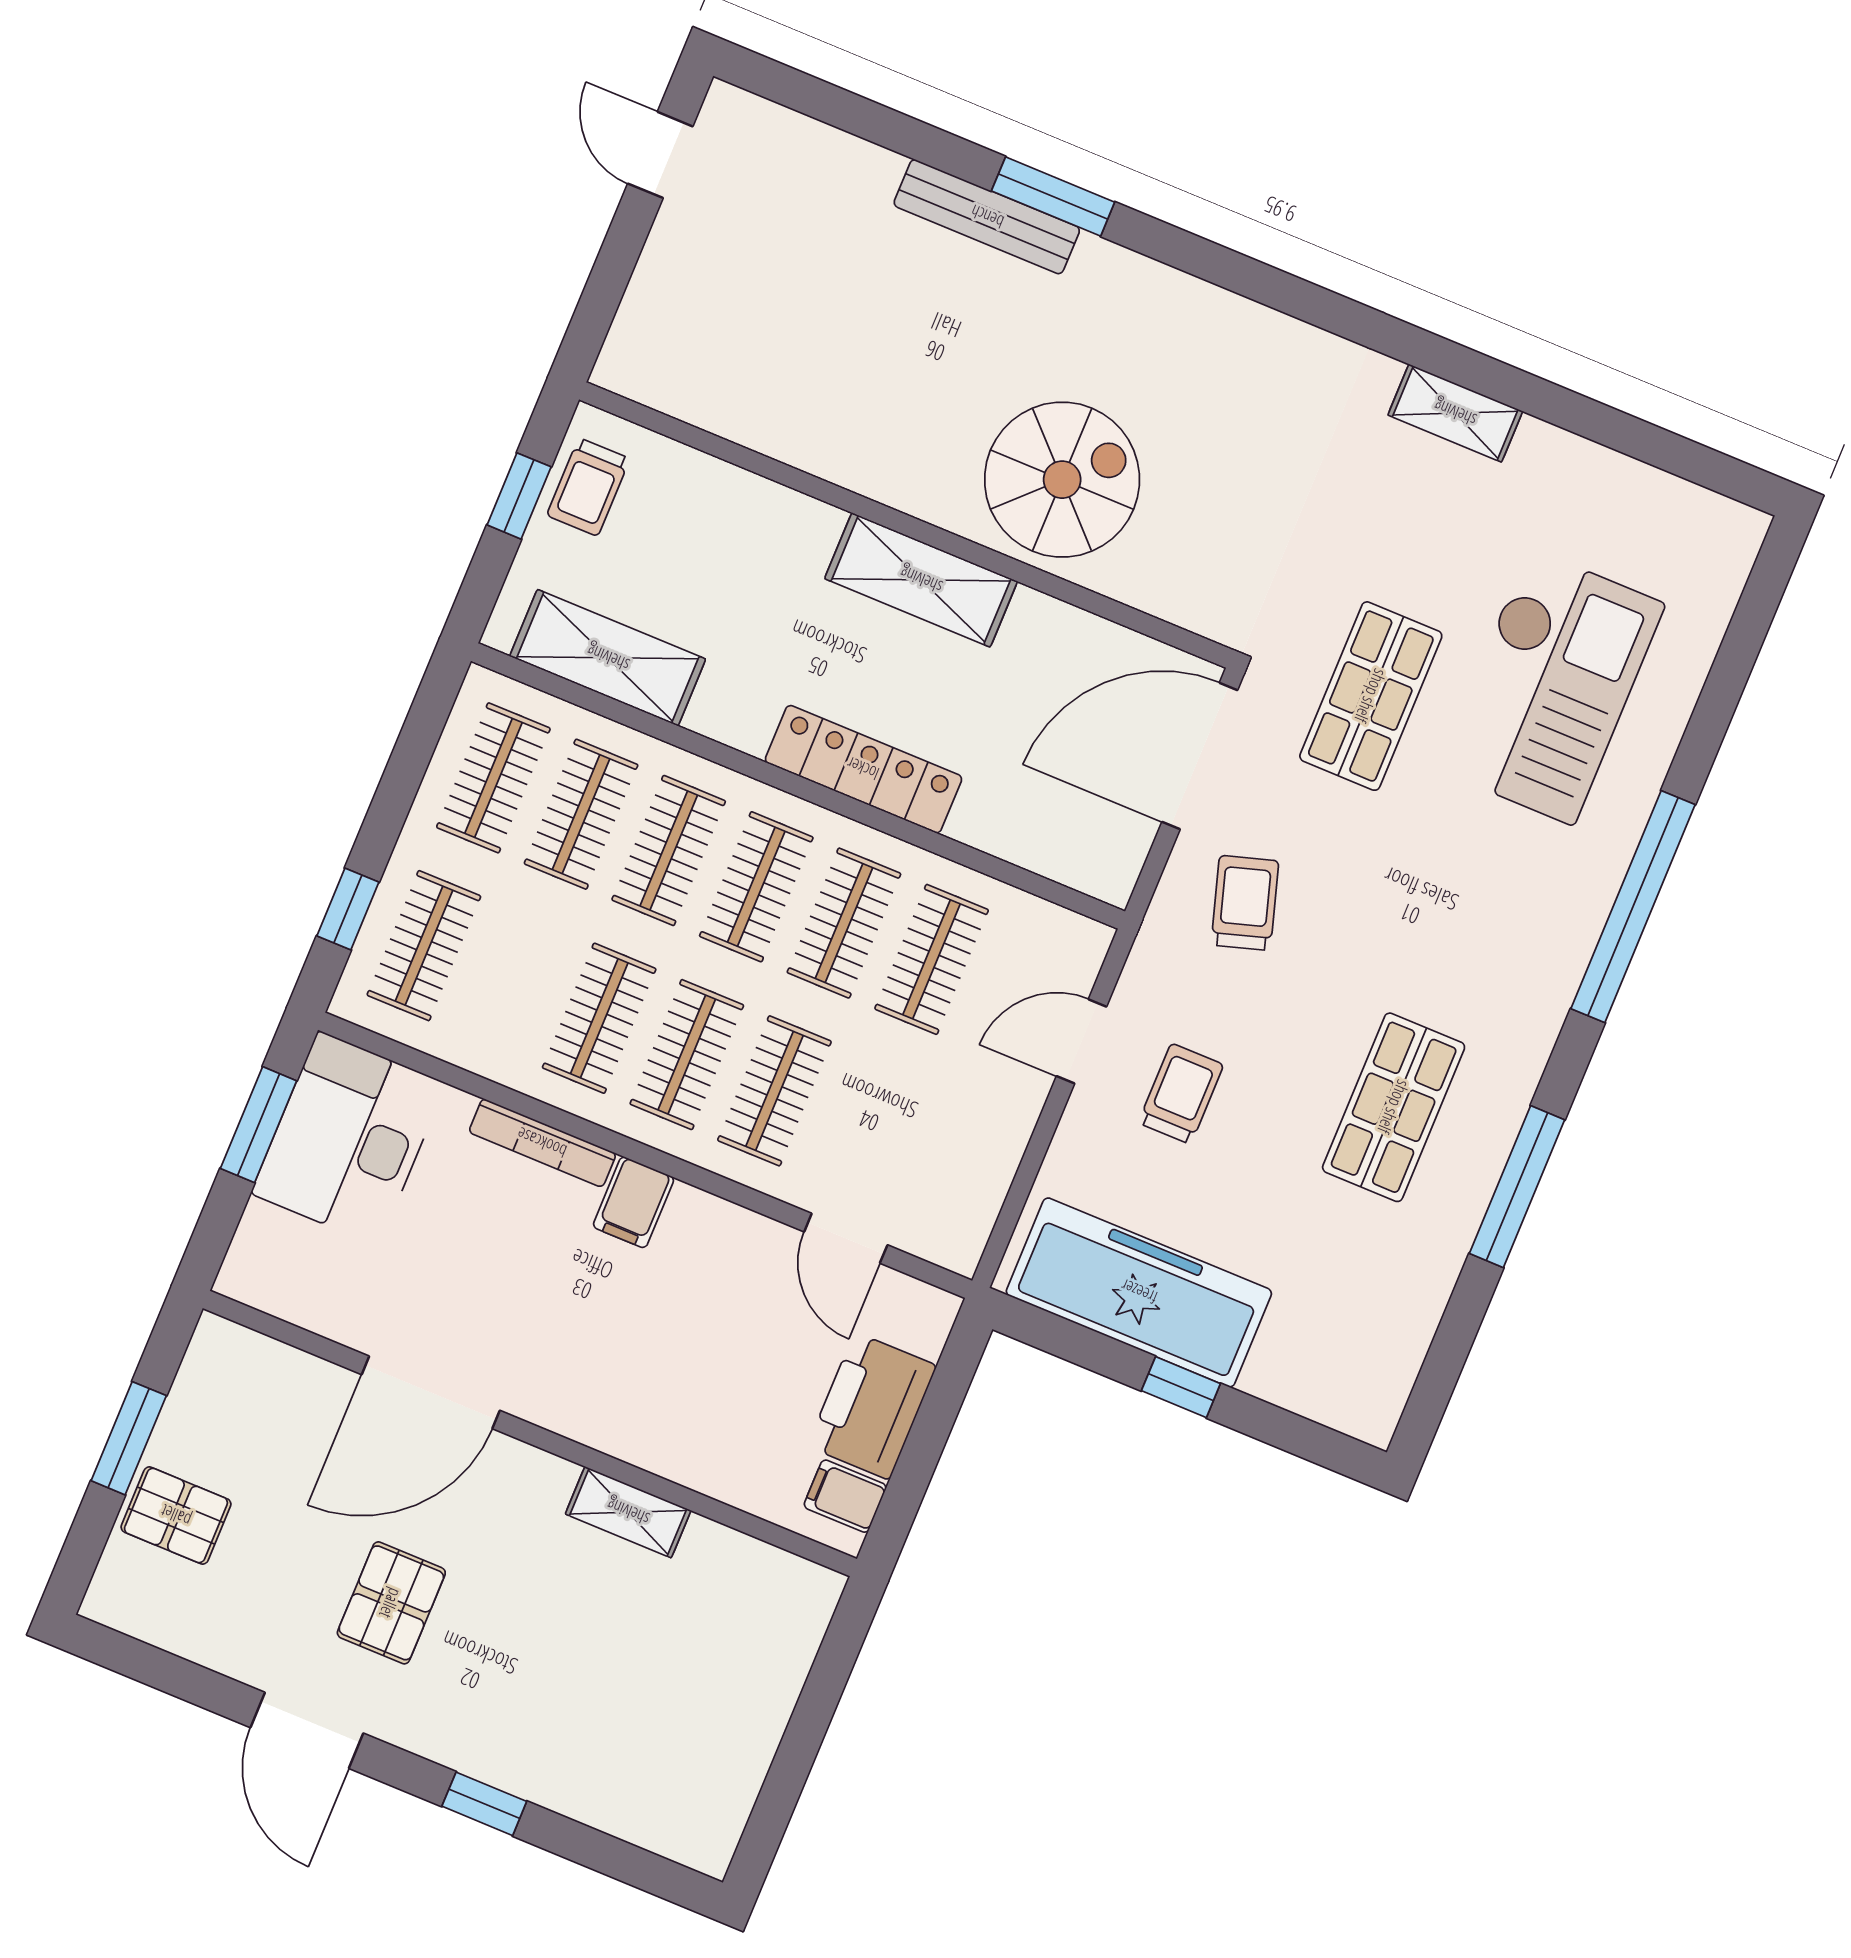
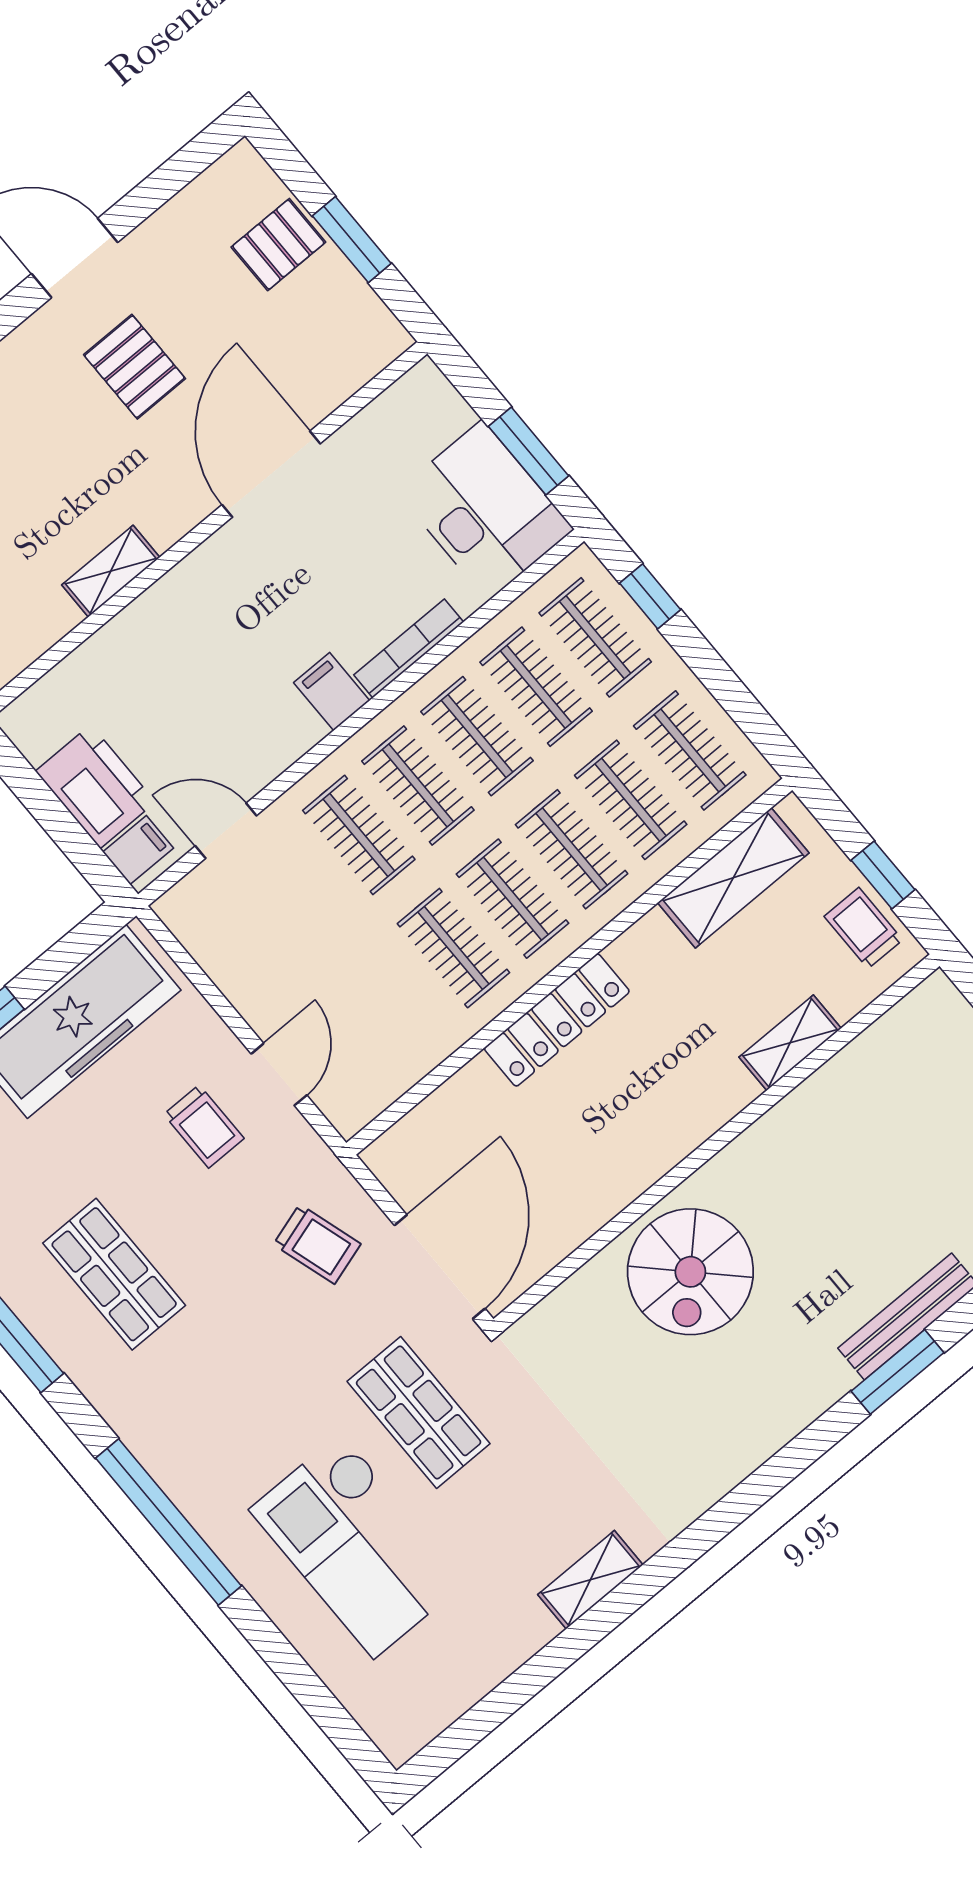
shelving: (921, 580) -> (790, 1043), moved, width x0.67, depth x0.75
clothes rail: (932, 959) -> (536, 687), moved
filing cabinet: (845, 1496) -> (138, 850), moved

